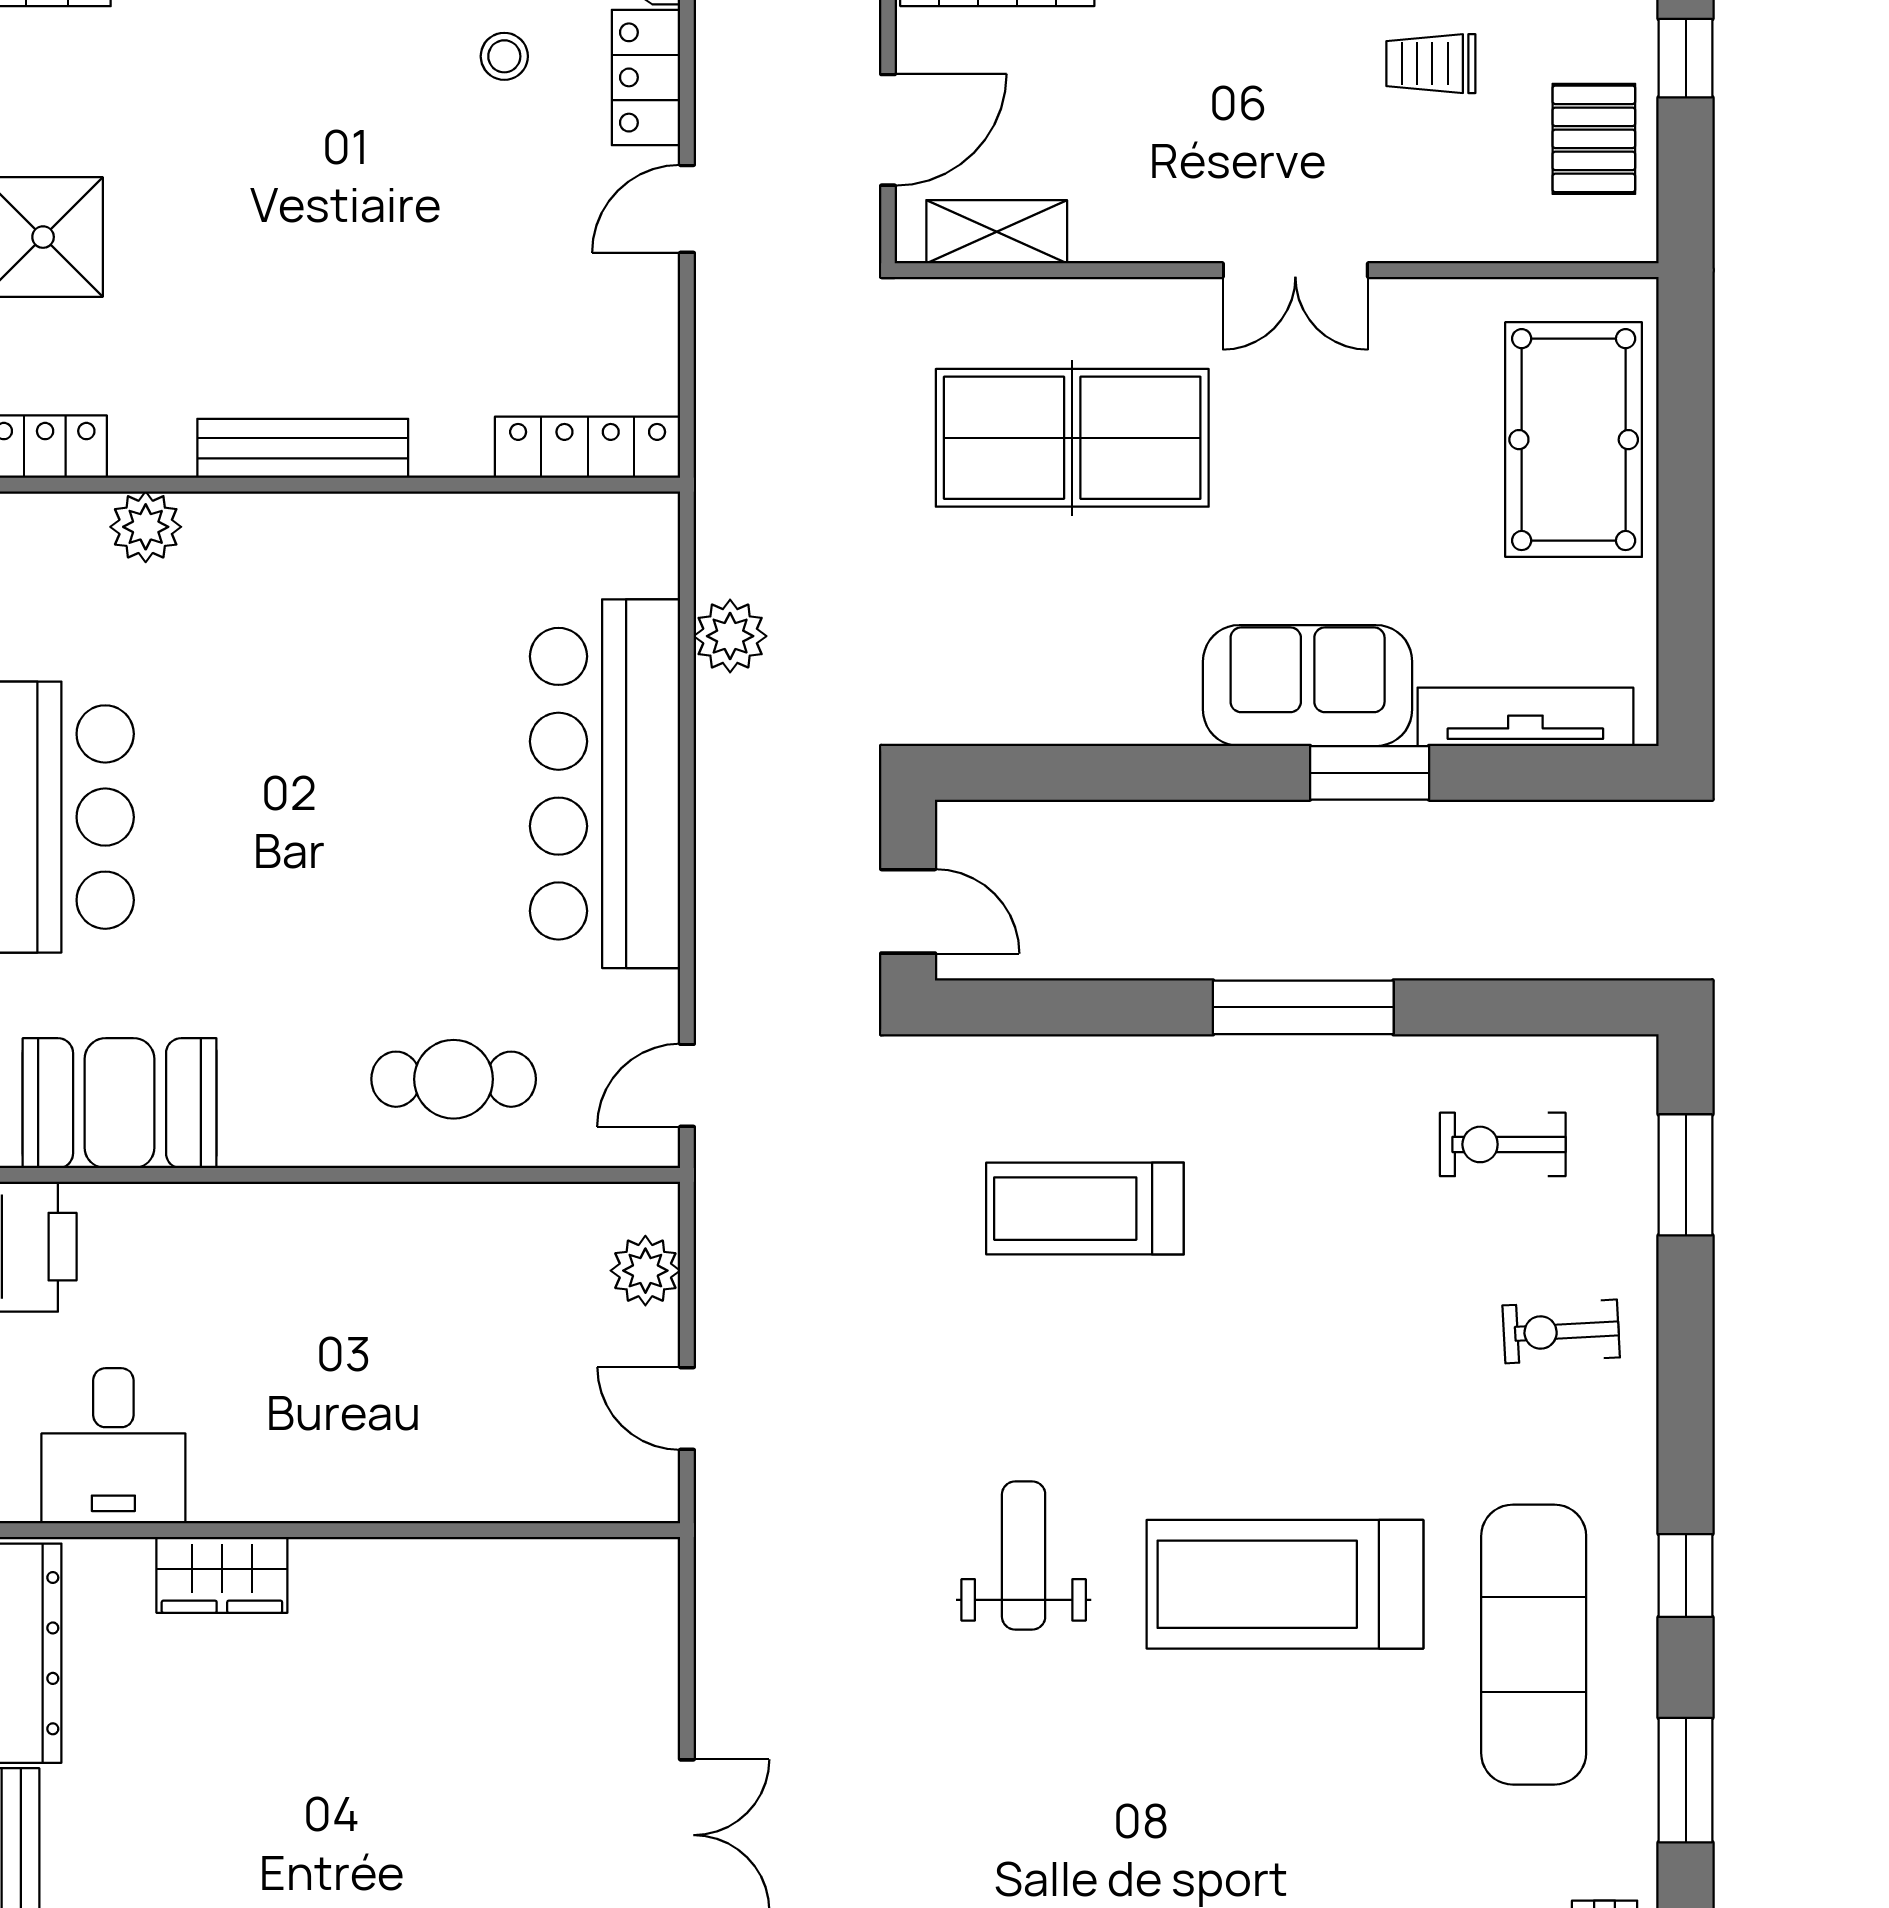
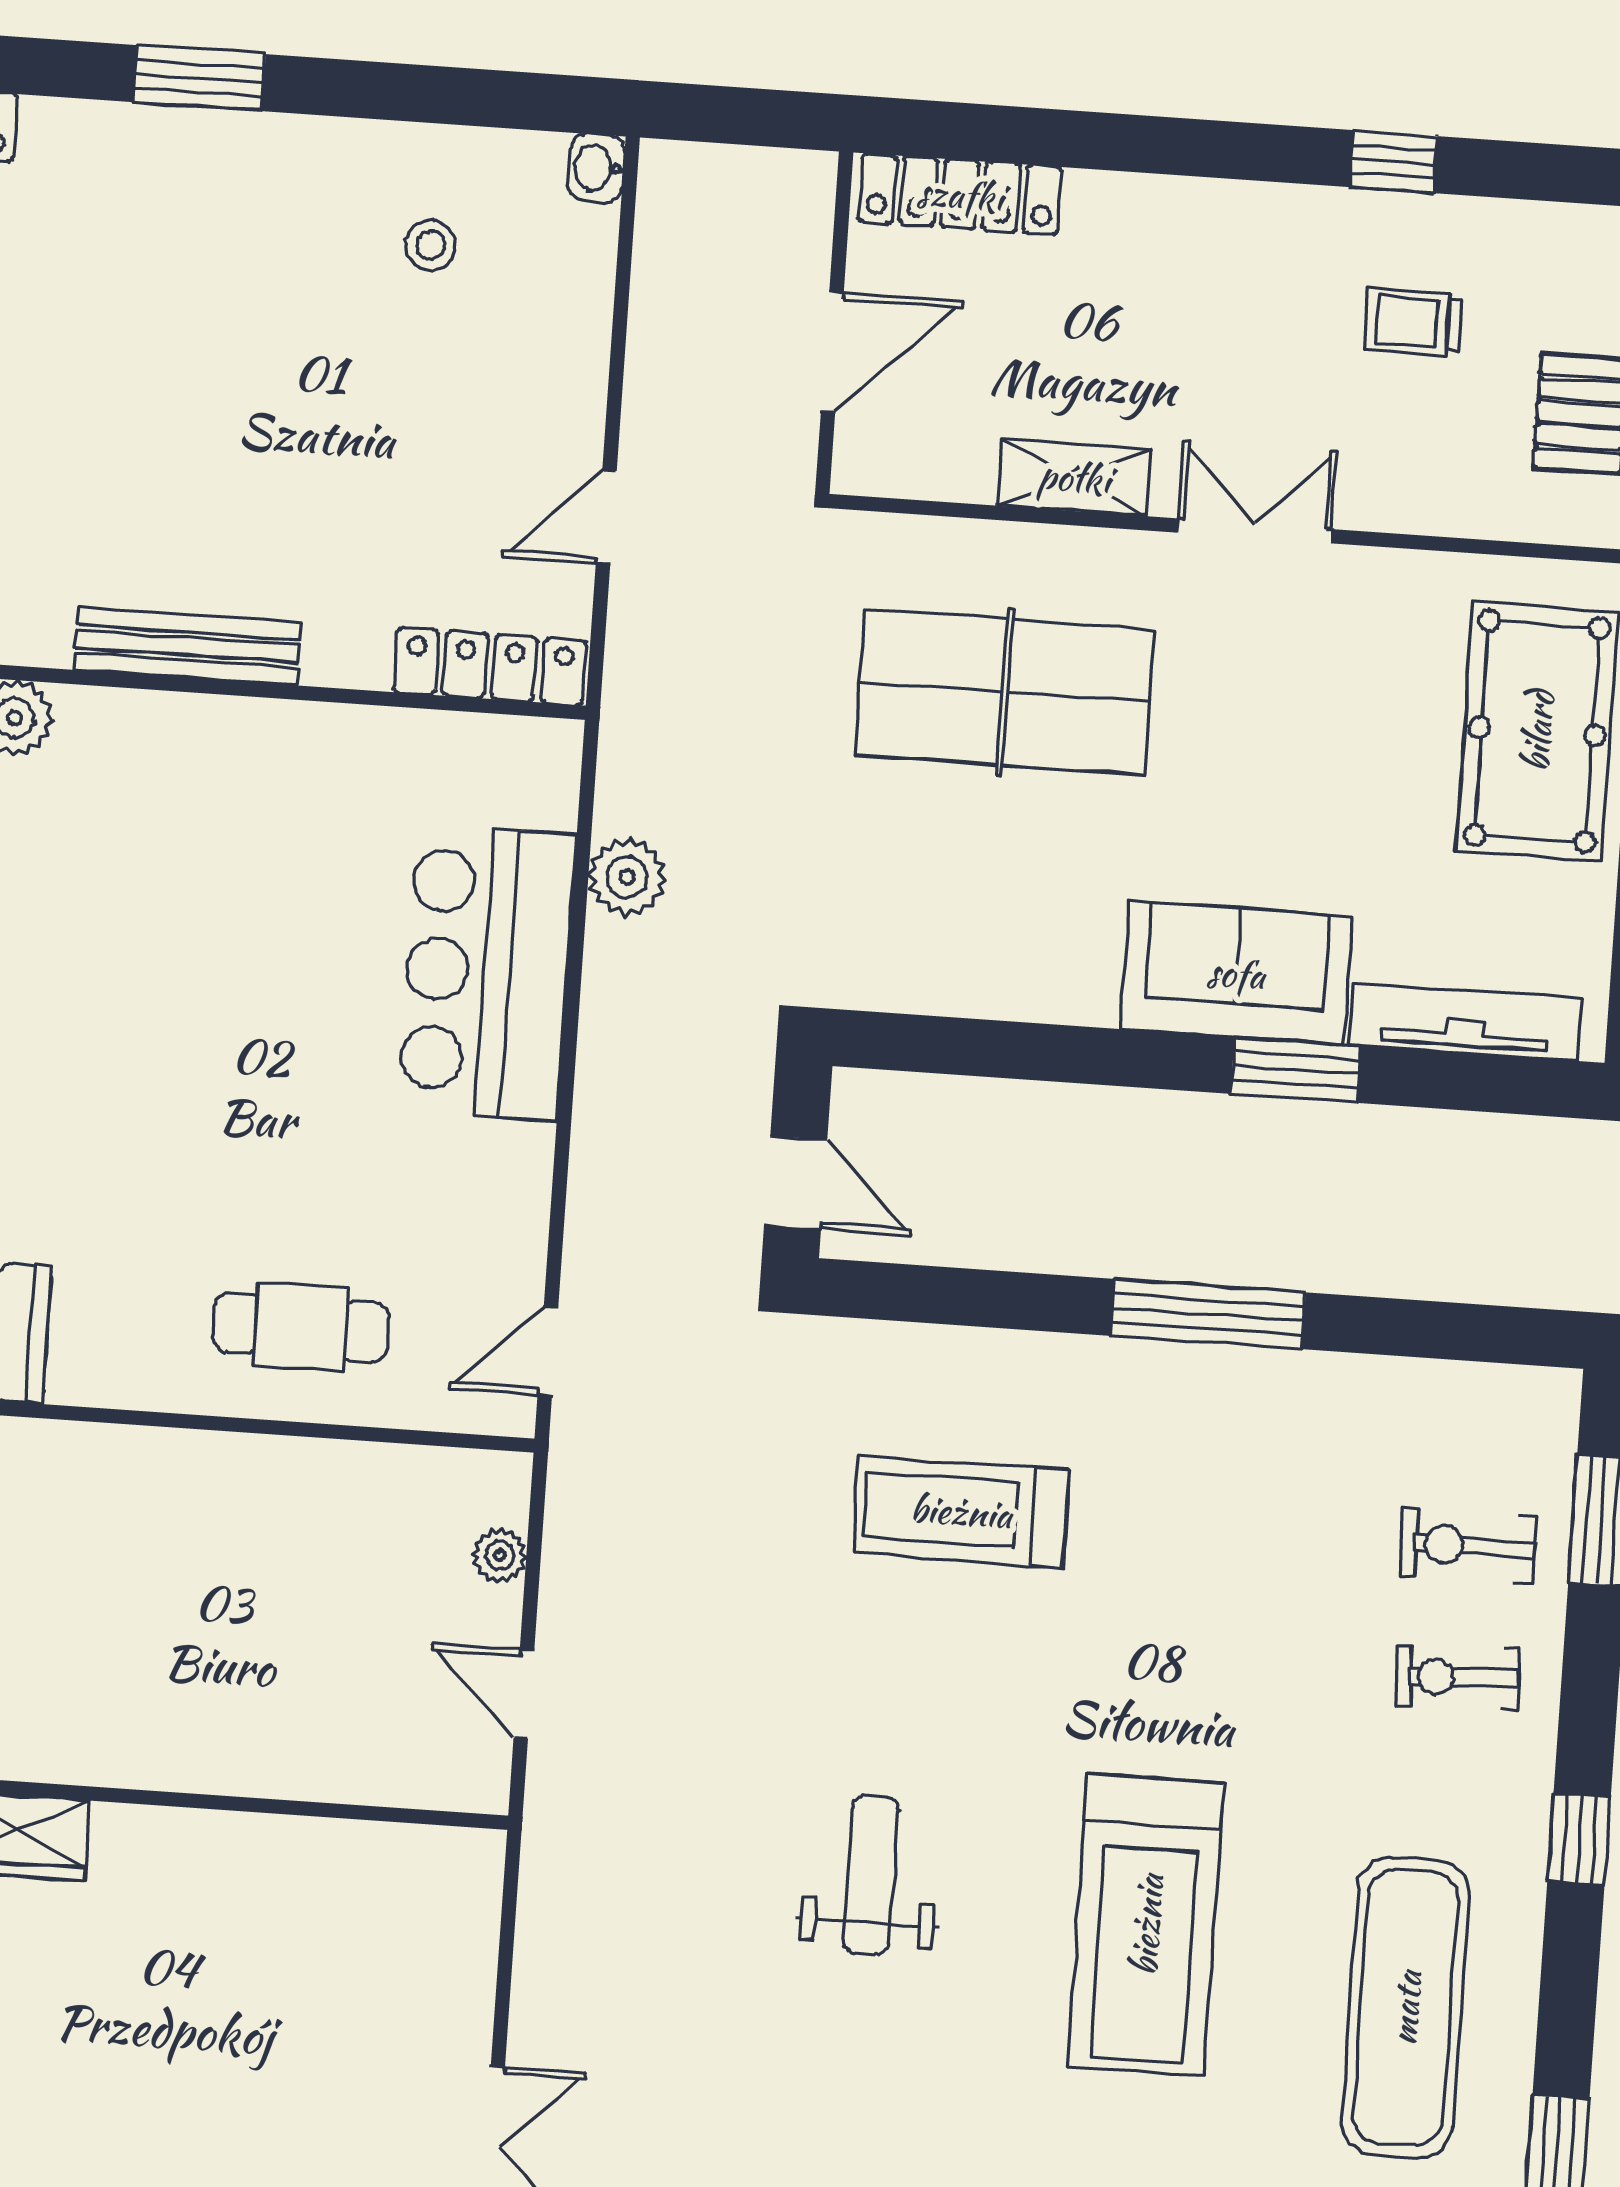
locker: (646, 77) -> (579, 278), removed
door: (687, 209) -> (606, 517), moved
shelving: (997, 232) -> (1074, 477), moved
double door: (1295, 270) -> (1254, 531), swing flipped
bar counter: (605, 784) -> (487, 973), width x0.73
exercise bike: (1503, 1144) -> (1468, 1546), moved
plant: (645, 1271) -> (499, 1555), width x0.73, depth x0.73
window: (1686, 1576) -> (1579, 1839), moved
treadmill: (1285, 1584) -> (1146, 1925), turned -90

